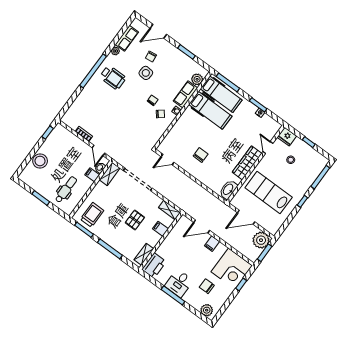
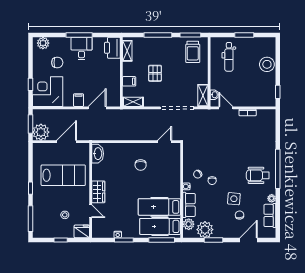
plant: (187, 65) -> (205, 230), added
wardrobe: (247, 163) -> (98, 192), width x0.67
filing cabinet: (92, 175) -> (217, 84), removed

